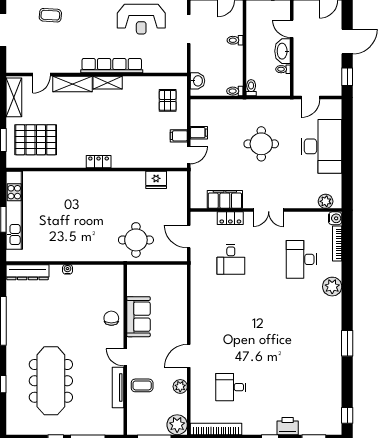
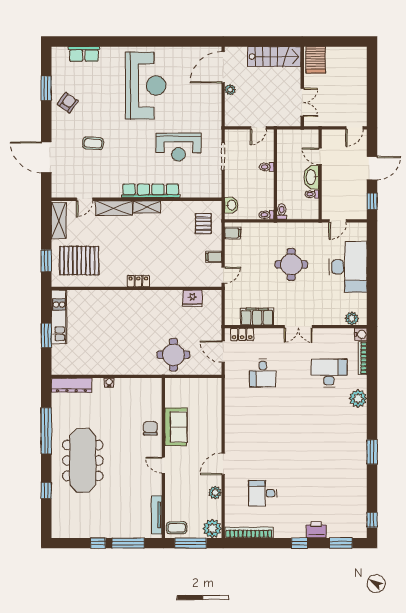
filing cabinet: (199, 133) -> (233, 233), moved
kitchen unit: (14, 210) -> (59, 317), width x0.73
locker: (230, 218) -> (242, 334), moved
desk: (301, 259) -> (329, 373), turned 90
meeting table: (51, 381) -> (83, 460), moved
coffee table: (142, 385) -> (177, 528), moved
tv unit: (118, 387) -> (157, 515), moved

